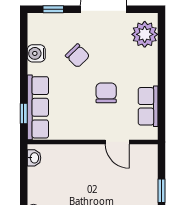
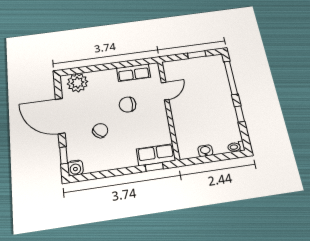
water cooler: (36, 53) -> (75, 168), moved
row of seats: (38, 107) -> (156, 155), width x0.68
washbasin: (34, 158) -> (205, 151), moved

